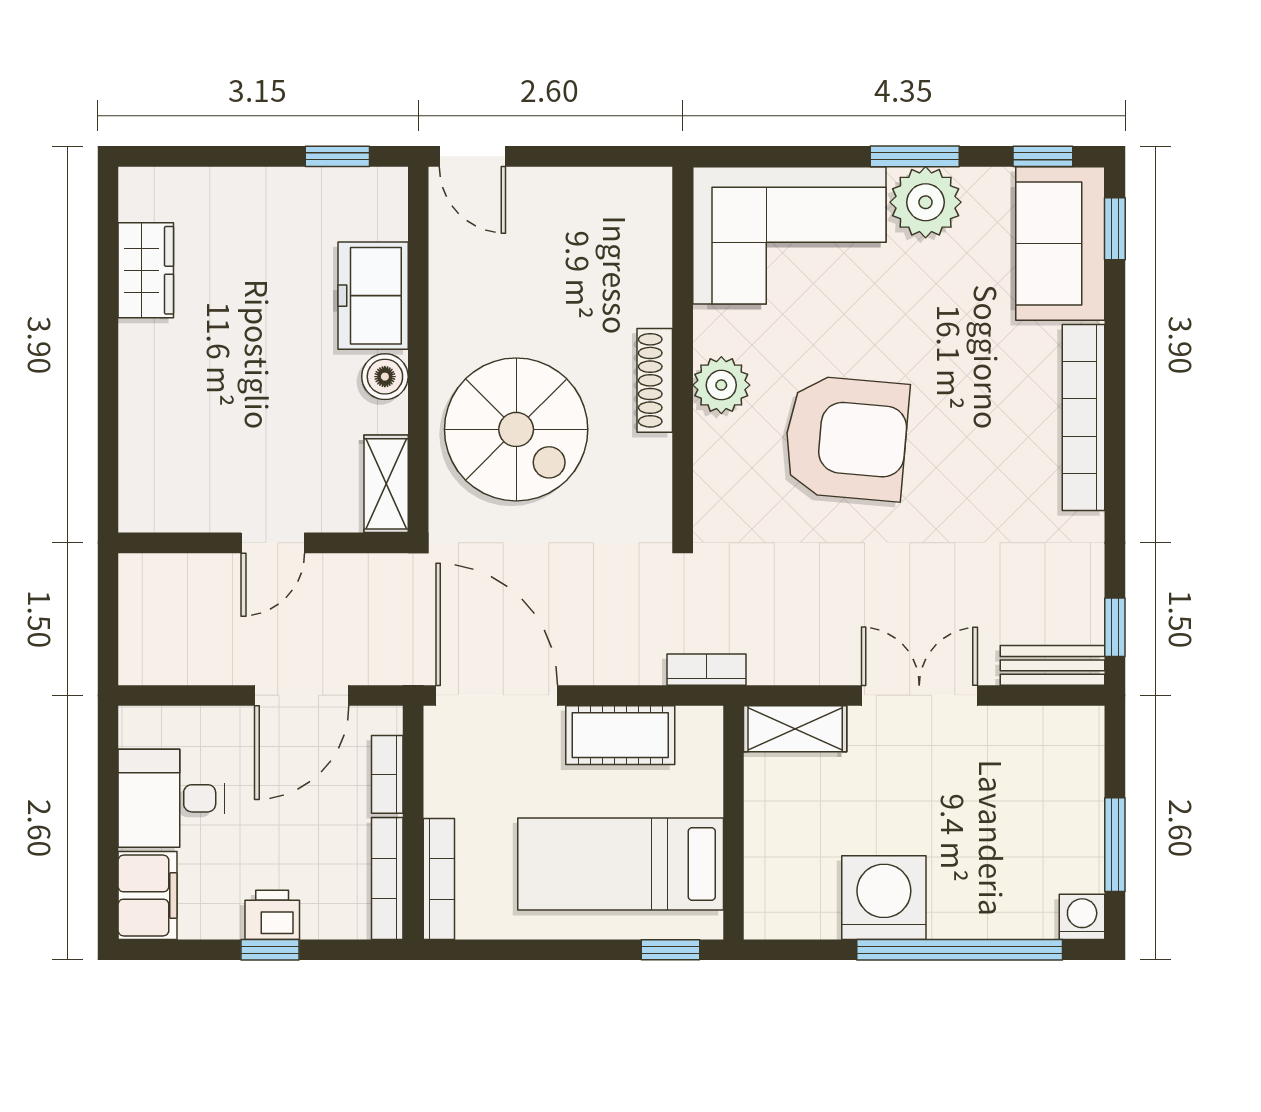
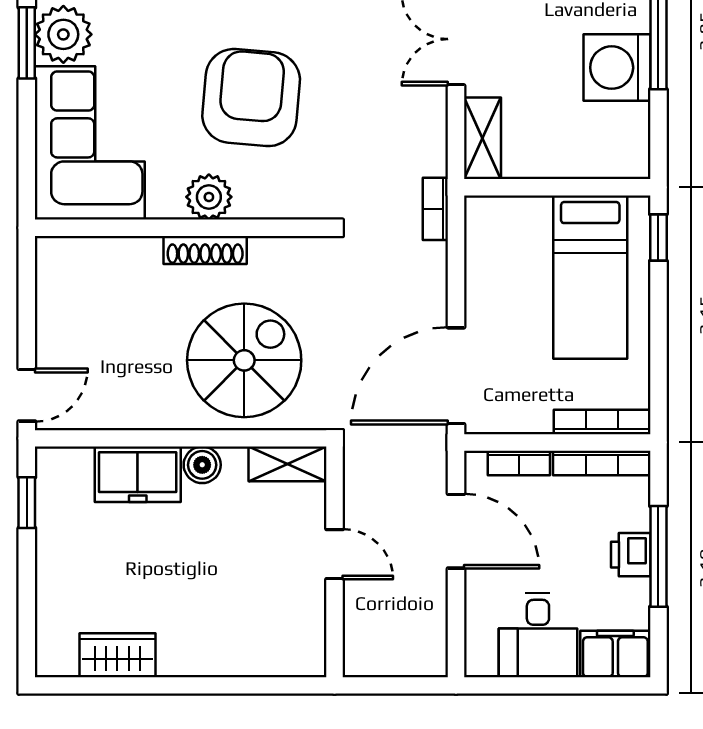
cot: (620, 735) -> (488, 277), removed
window: (270, 950) -> (658, 556), width x2.17

